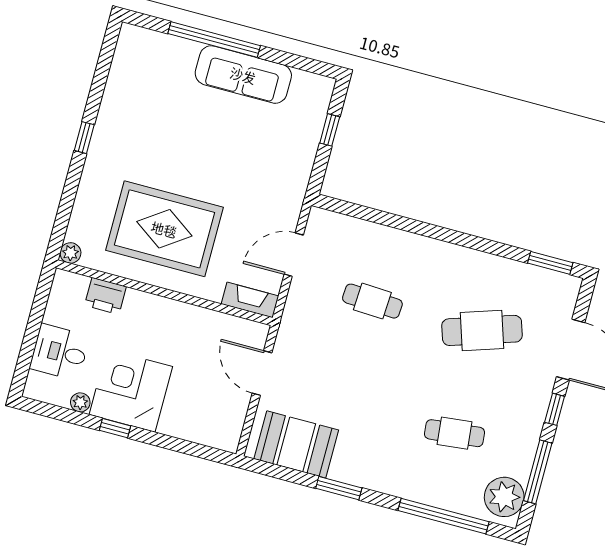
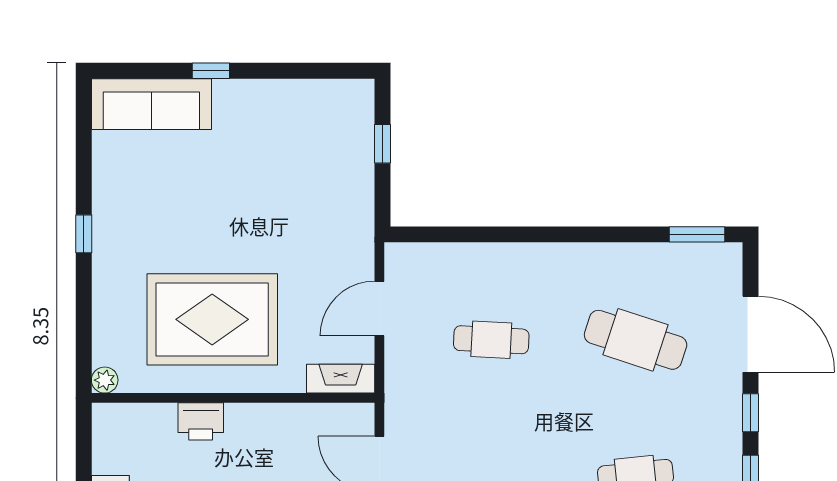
window: (214, 40) -> (211, 71), width x0.32
sofa: (243, 75) -> (151, 104), moved
printer: (105, 296) -> (201, 421), moved
cafe table: (482, 330) -> (636, 340), turned 36

